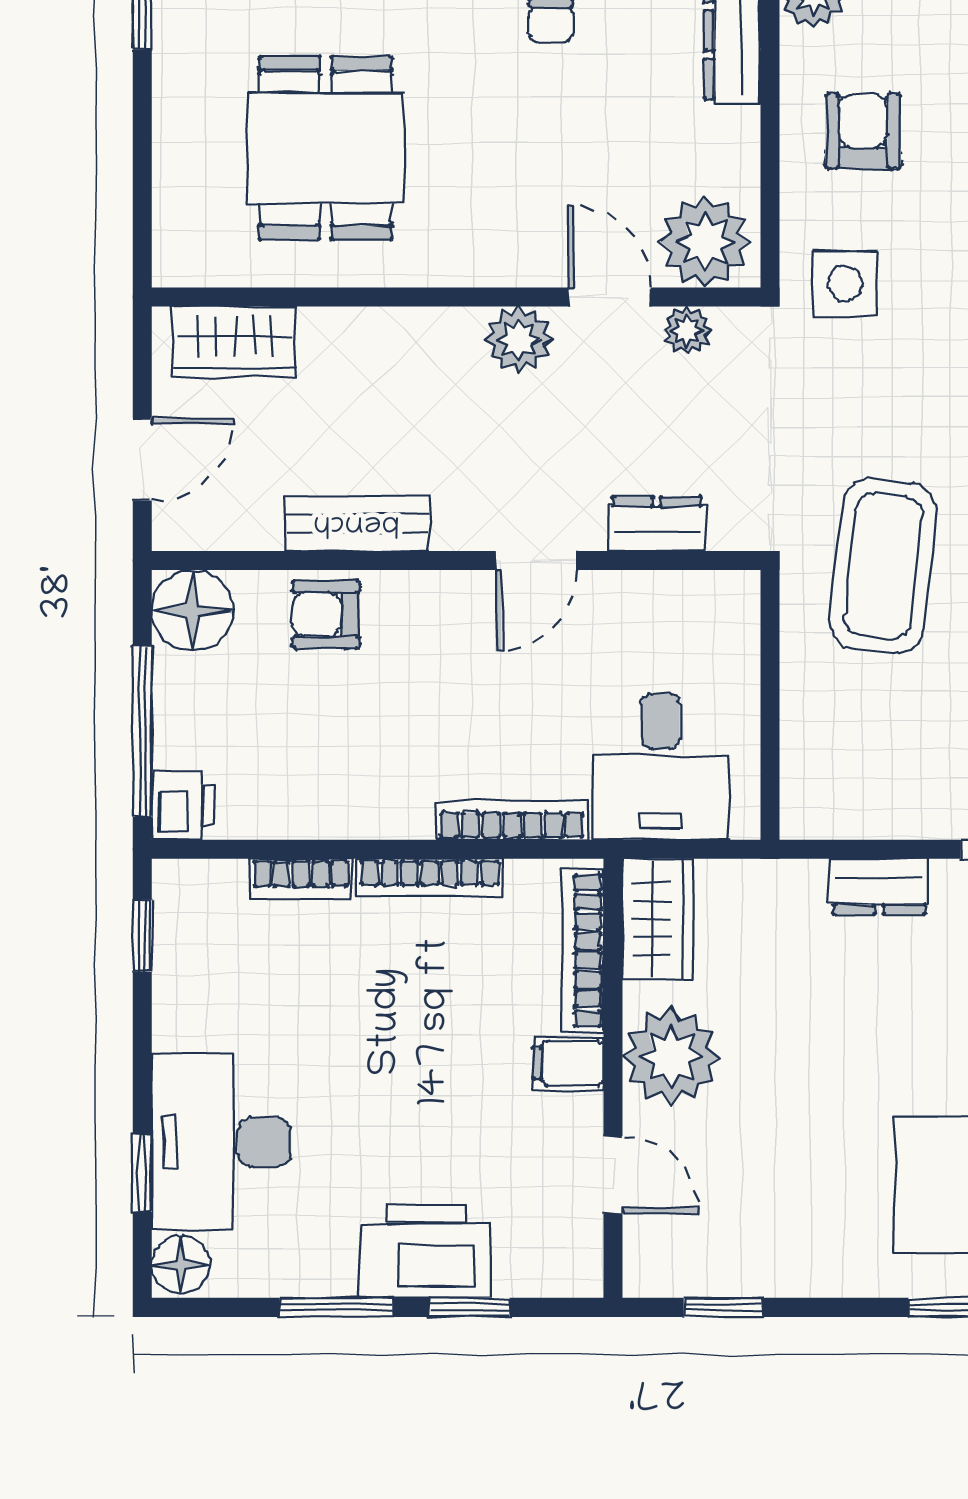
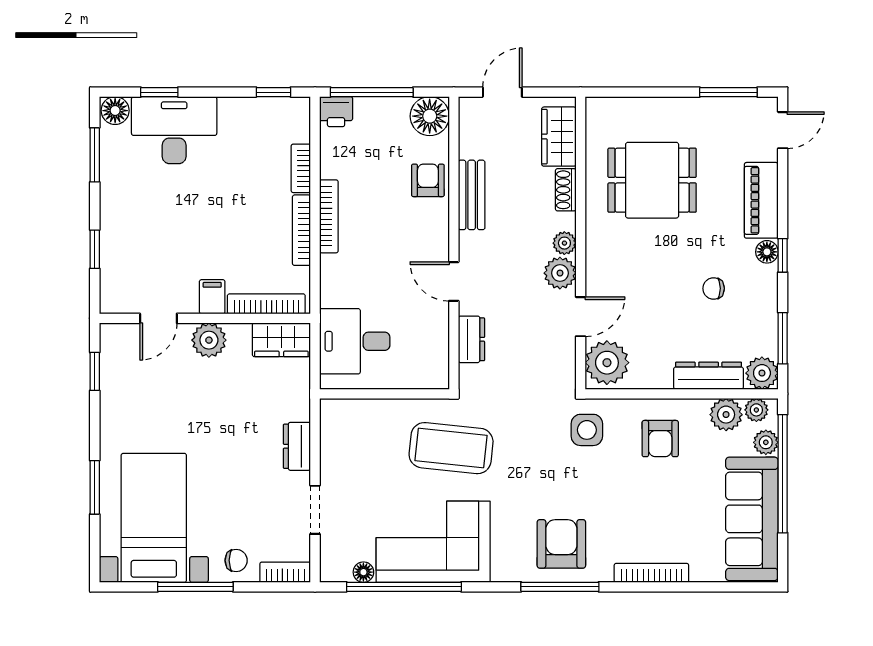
armchair: (863, 131) -> (660, 439), turned 90
shoe rack: (346, 328) -> (566, 190), added
plant: (687, 330) -> (564, 243), moved
door: (142, 460) -> (502, 92), swing flipped
bookcase: (512, 820) -> (329, 216), moved
plant: (671, 1057) -> (209, 340), width x0.73, depth x0.73
printer: (426, 1251) -> (122, 228), removed
window: (336, 1307) -> (95, 155), moved

